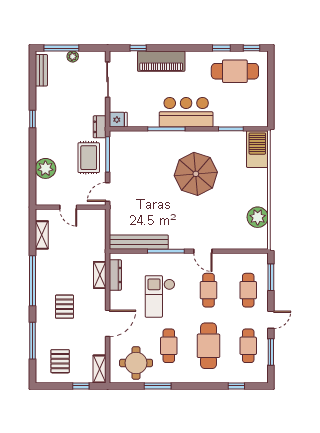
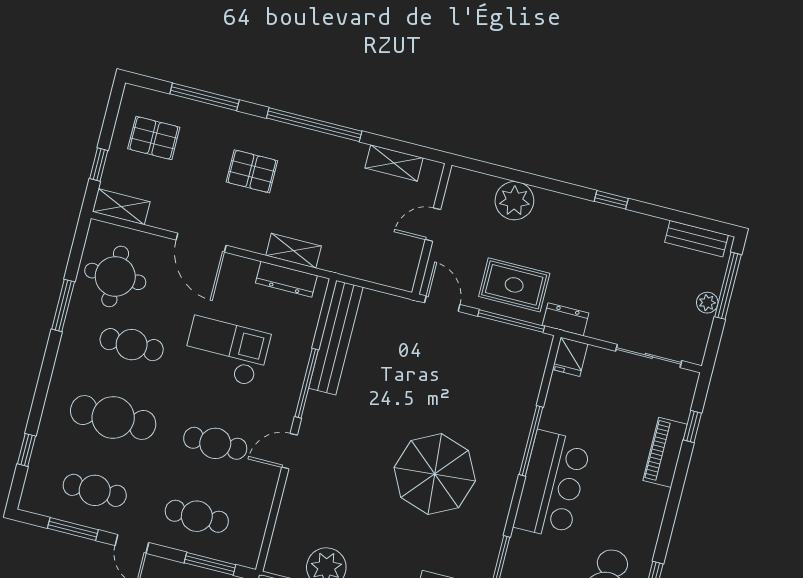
piano: (161, 61) -> (665, 452), width x0.73, depth x0.75

